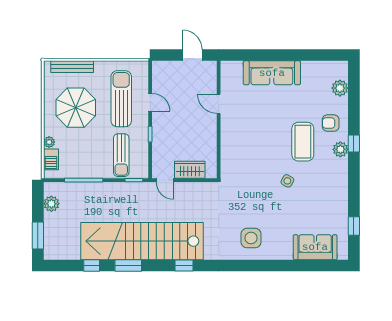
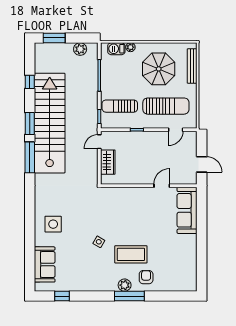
door: (193, 55) -> (202, 164), hinge flipped
sofa: (272, 73) -> (187, 210), moved
plant: (340, 88) -> (175, 285), removed
door: (150, 102) -> (176, 130), moved
window: (354, 143) -> (129, 296), width x2.17
side table: (251, 238) -> (53, 224), moved
window: (128, 265) -> (30, 123), moved
window: (184, 265) -> (30, 157), width x2.17

